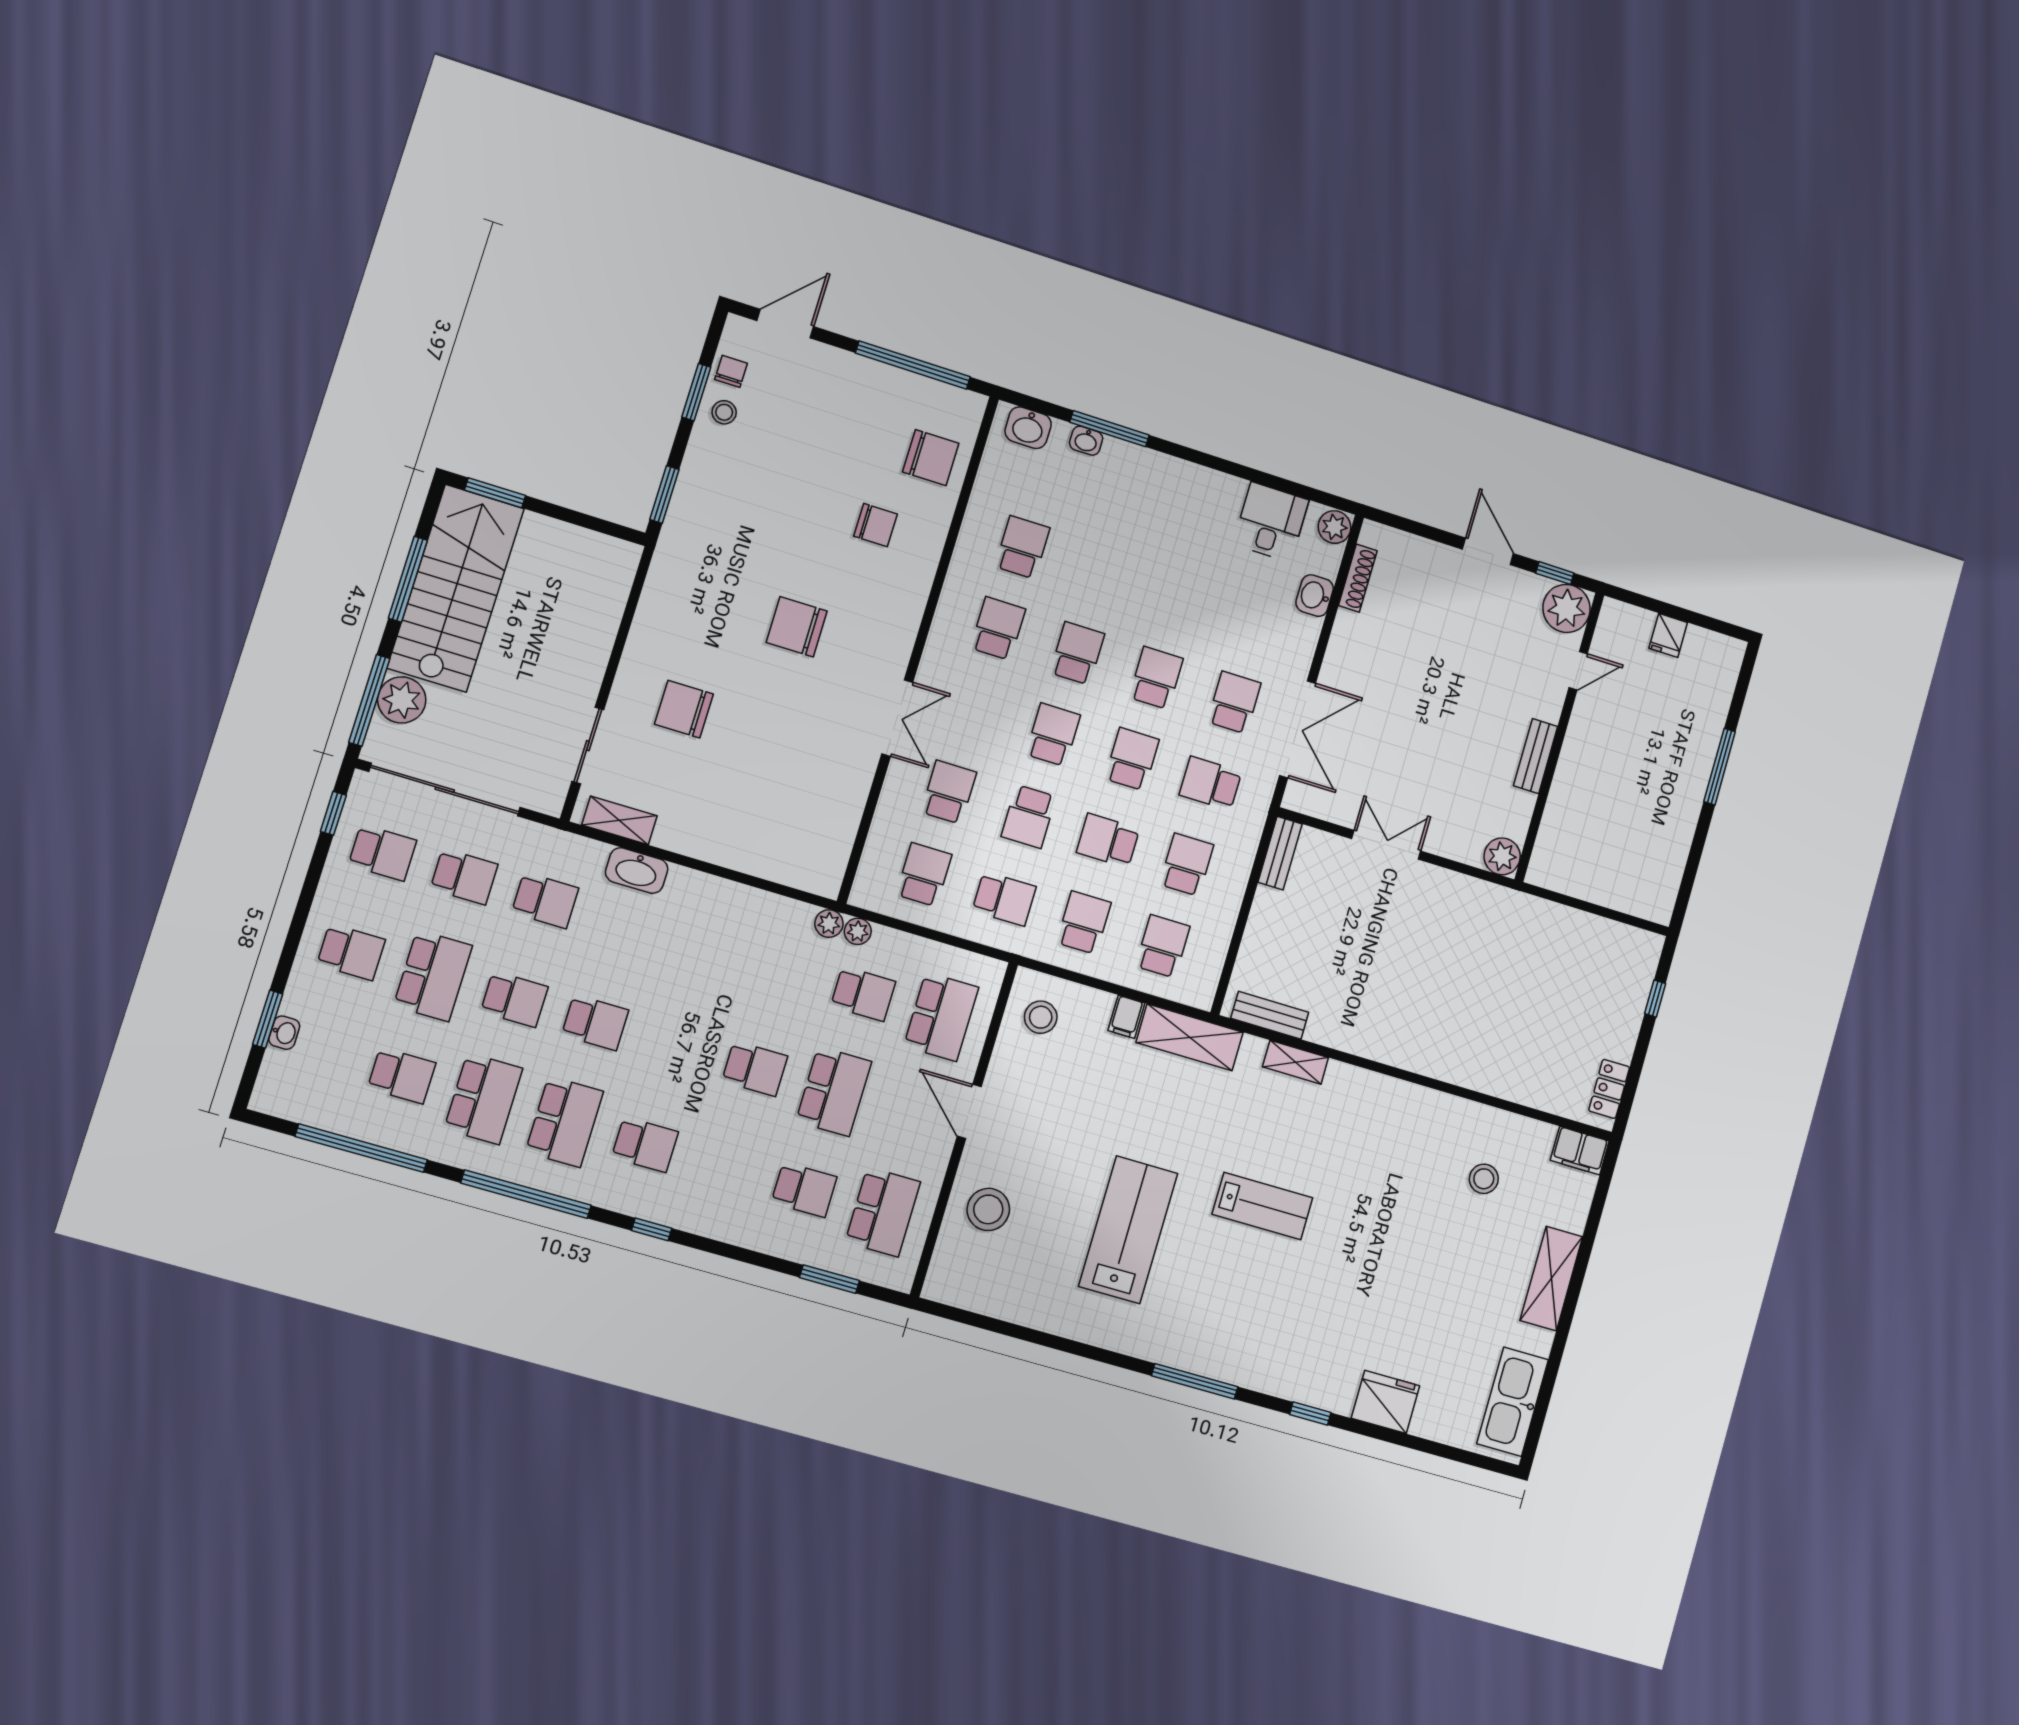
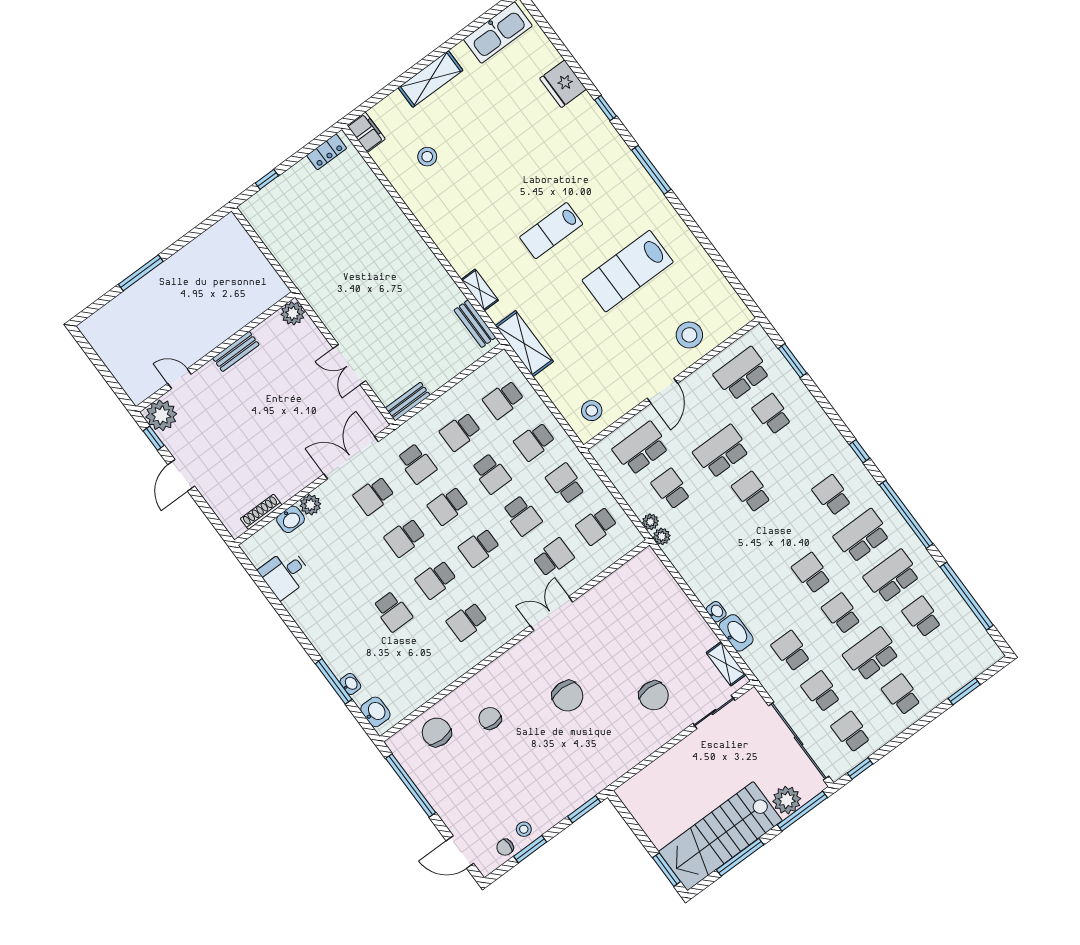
plant: (1335, 527) -> (310, 505), moved
school desk: (1022, 547) -> (393, 611), moved, turned -90
fridge: (1668, 635) -> (117, 361), removed
school desk: (949, 792) -> (553, 558), turned 180
school desk: (1029, 816) -> (522, 516), turned 90
filing cabinet: (1126, 1017) -> (548, 378), removed
washbasin: (284, 1033) -> (716, 612), moved, turned 90
lab bench: (1262, 1206) -> (551, 231), turned -90

